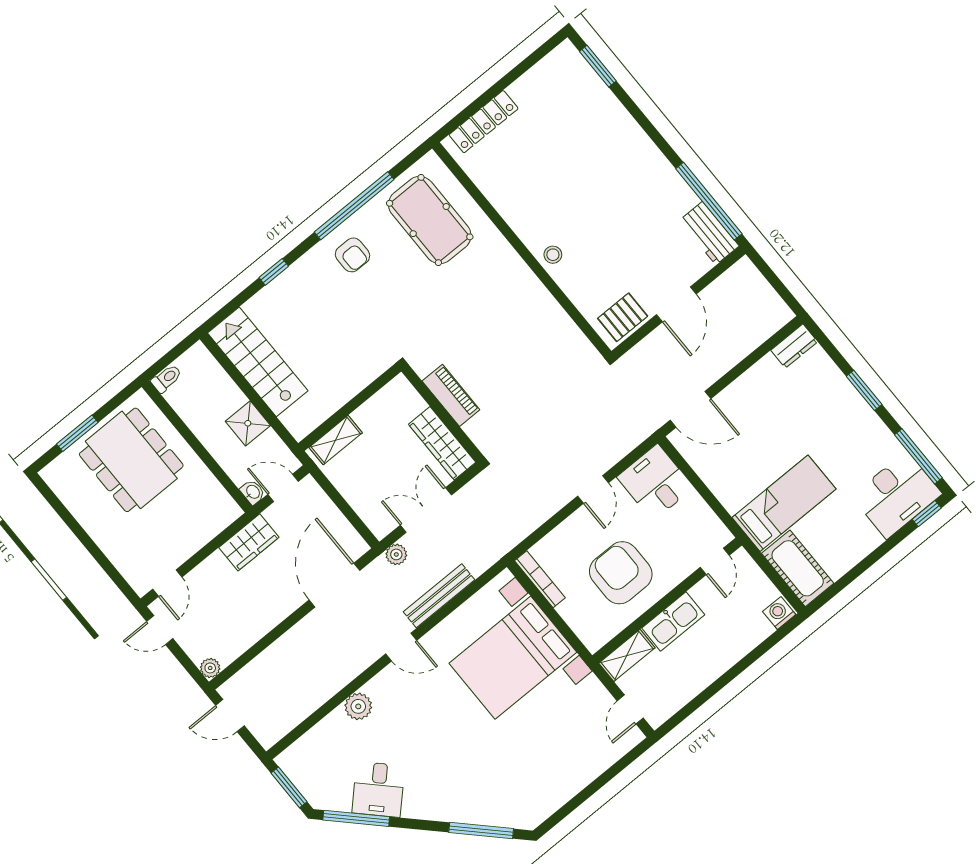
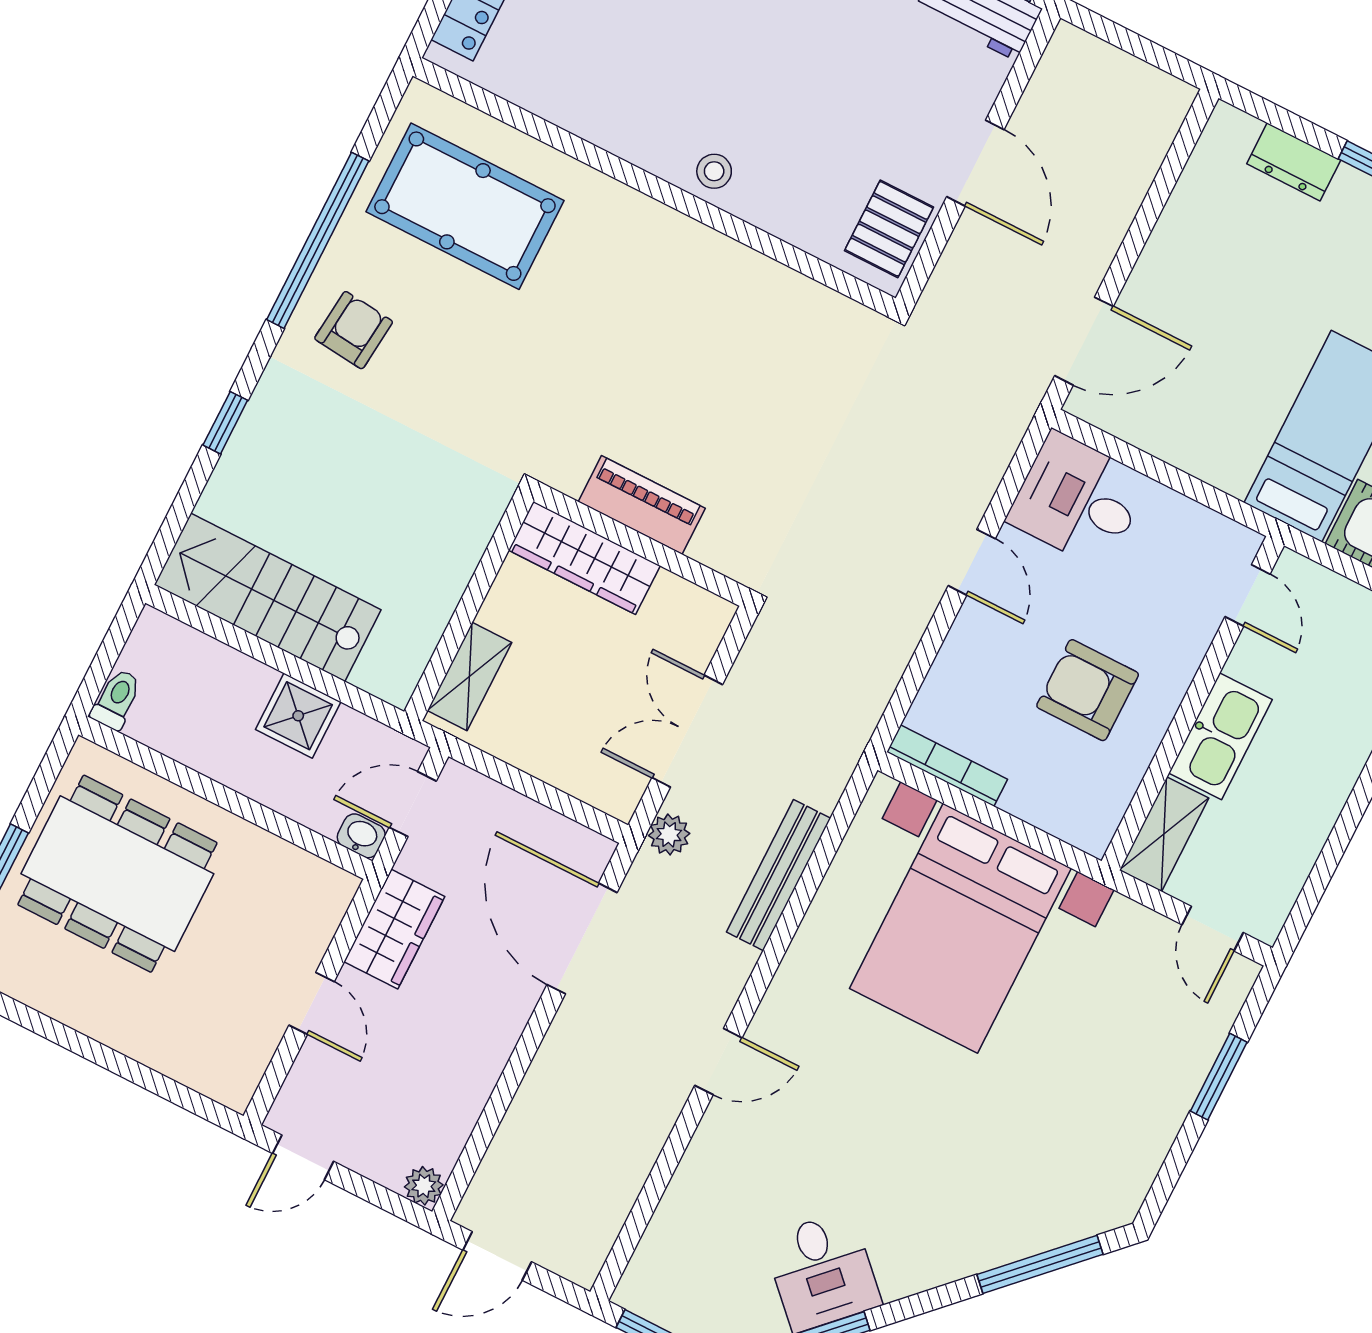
armchair: (352, 255) -> (354, 330), turned -84
dresser: (794, 346) -> (1294, 162), moved, turned 90
wardrobe: (442, 443) -> (584, 558), moved
armchair: (621, 573) -> (1088, 690), width x0.73, depth x0.73
door: (167, 583) -> (312, 1003), moved
door: (401, 647) -> (718, 1062), moved
plant: (358, 706) -> (721, 1138), removed
window: (603, 780) -> (1219, 1077), added

